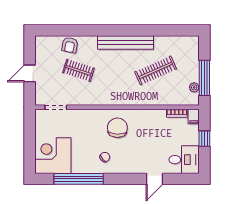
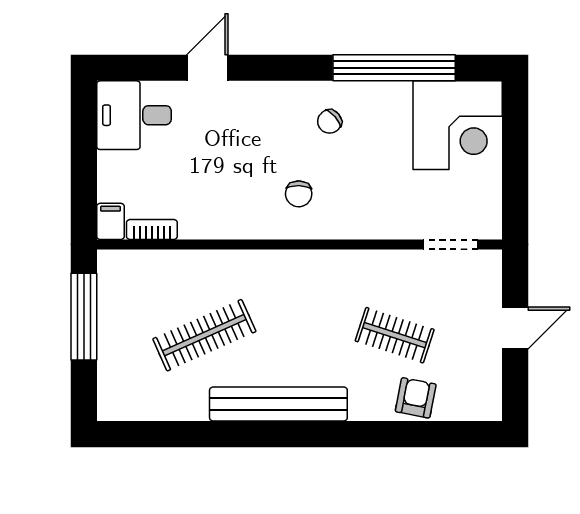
plant: (194, 87) -> (109, 293), removed
chair: (117, 128) -> (299, 194), width x0.54, depth x0.54
window: (204, 139) -> (84, 167), removed

